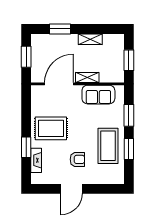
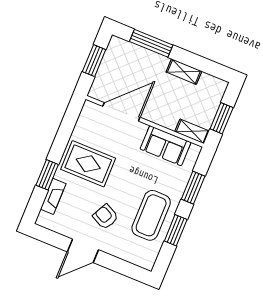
window: (60, 29) -> (151, 43), width x1.44
shelving: (87, 77) -> (192, 131), moved
armchair: (77, 159) -> (105, 217), turned -153

